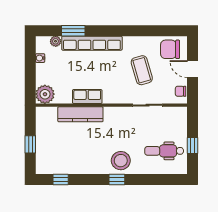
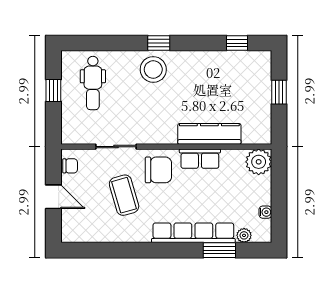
chair: (170, 49) -> (158, 170), moved
dental chair: (164, 151) -> (93, 83), turned 90

